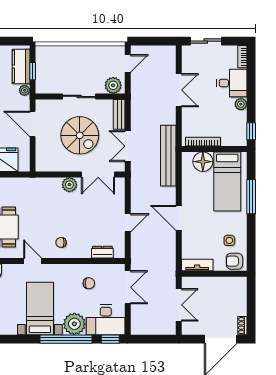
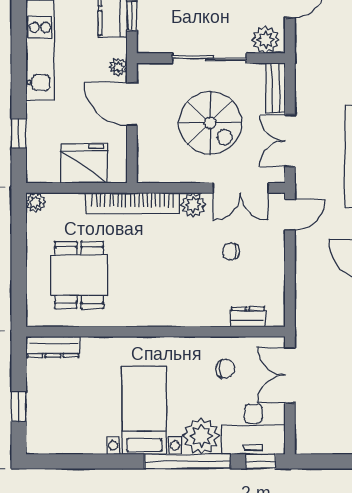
plant: (24, 90) -> (118, 67), moved
sliding door: (79, 96) -> (209, 58), width x1.37
bookcase: (33, 184) -> (133, 203), added
door: (128, 223) -> (290, 215), moved
chair: (61, 242) -> (231, 251), moved
door: (33, 261) -> (132, 332), removed
double door: (128, 287) -> (290, 375), swing flipped

